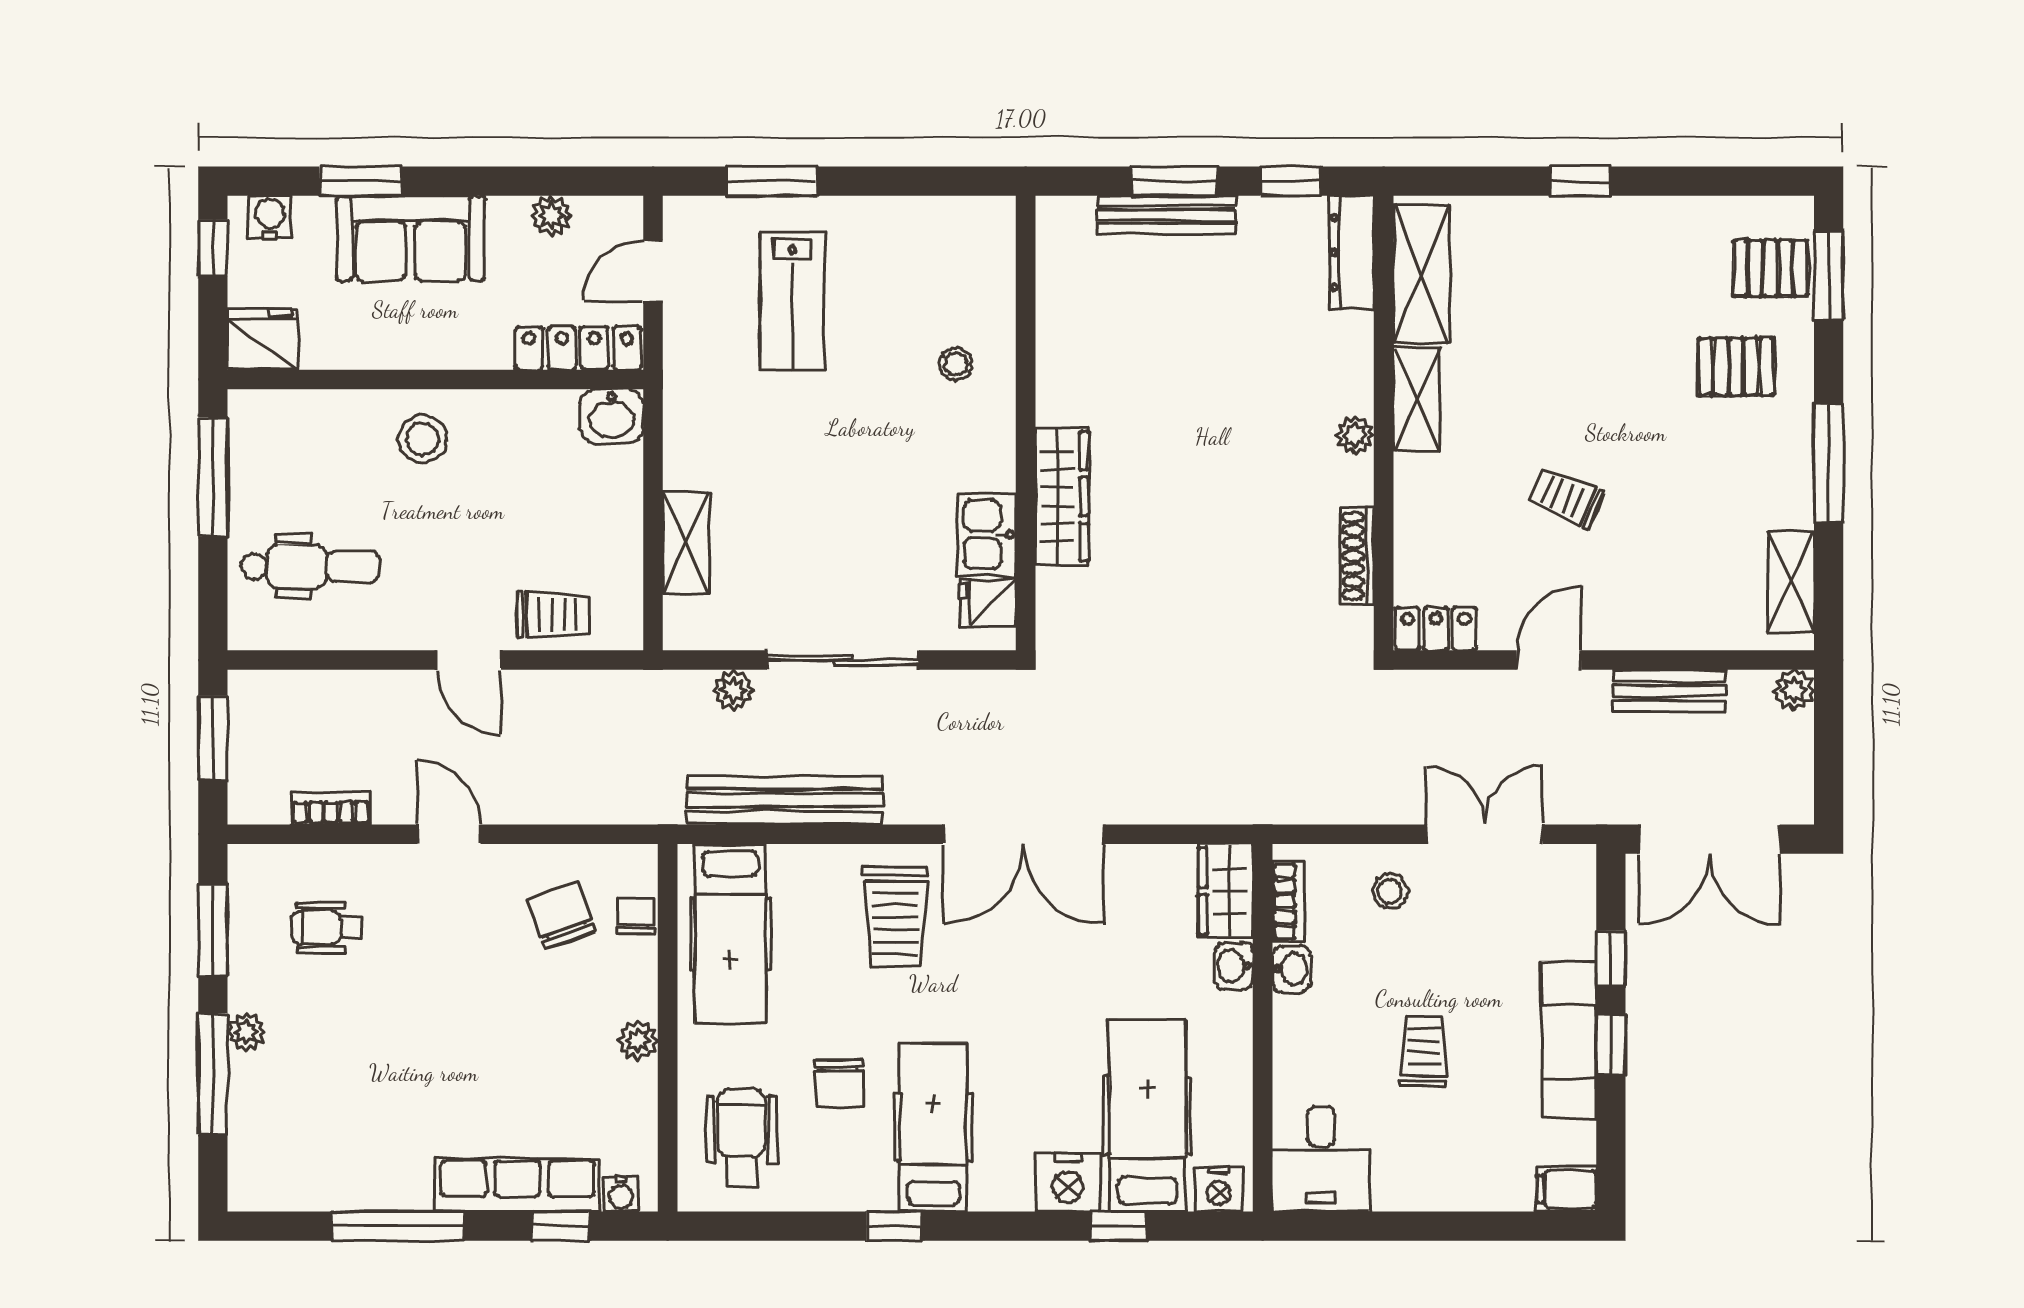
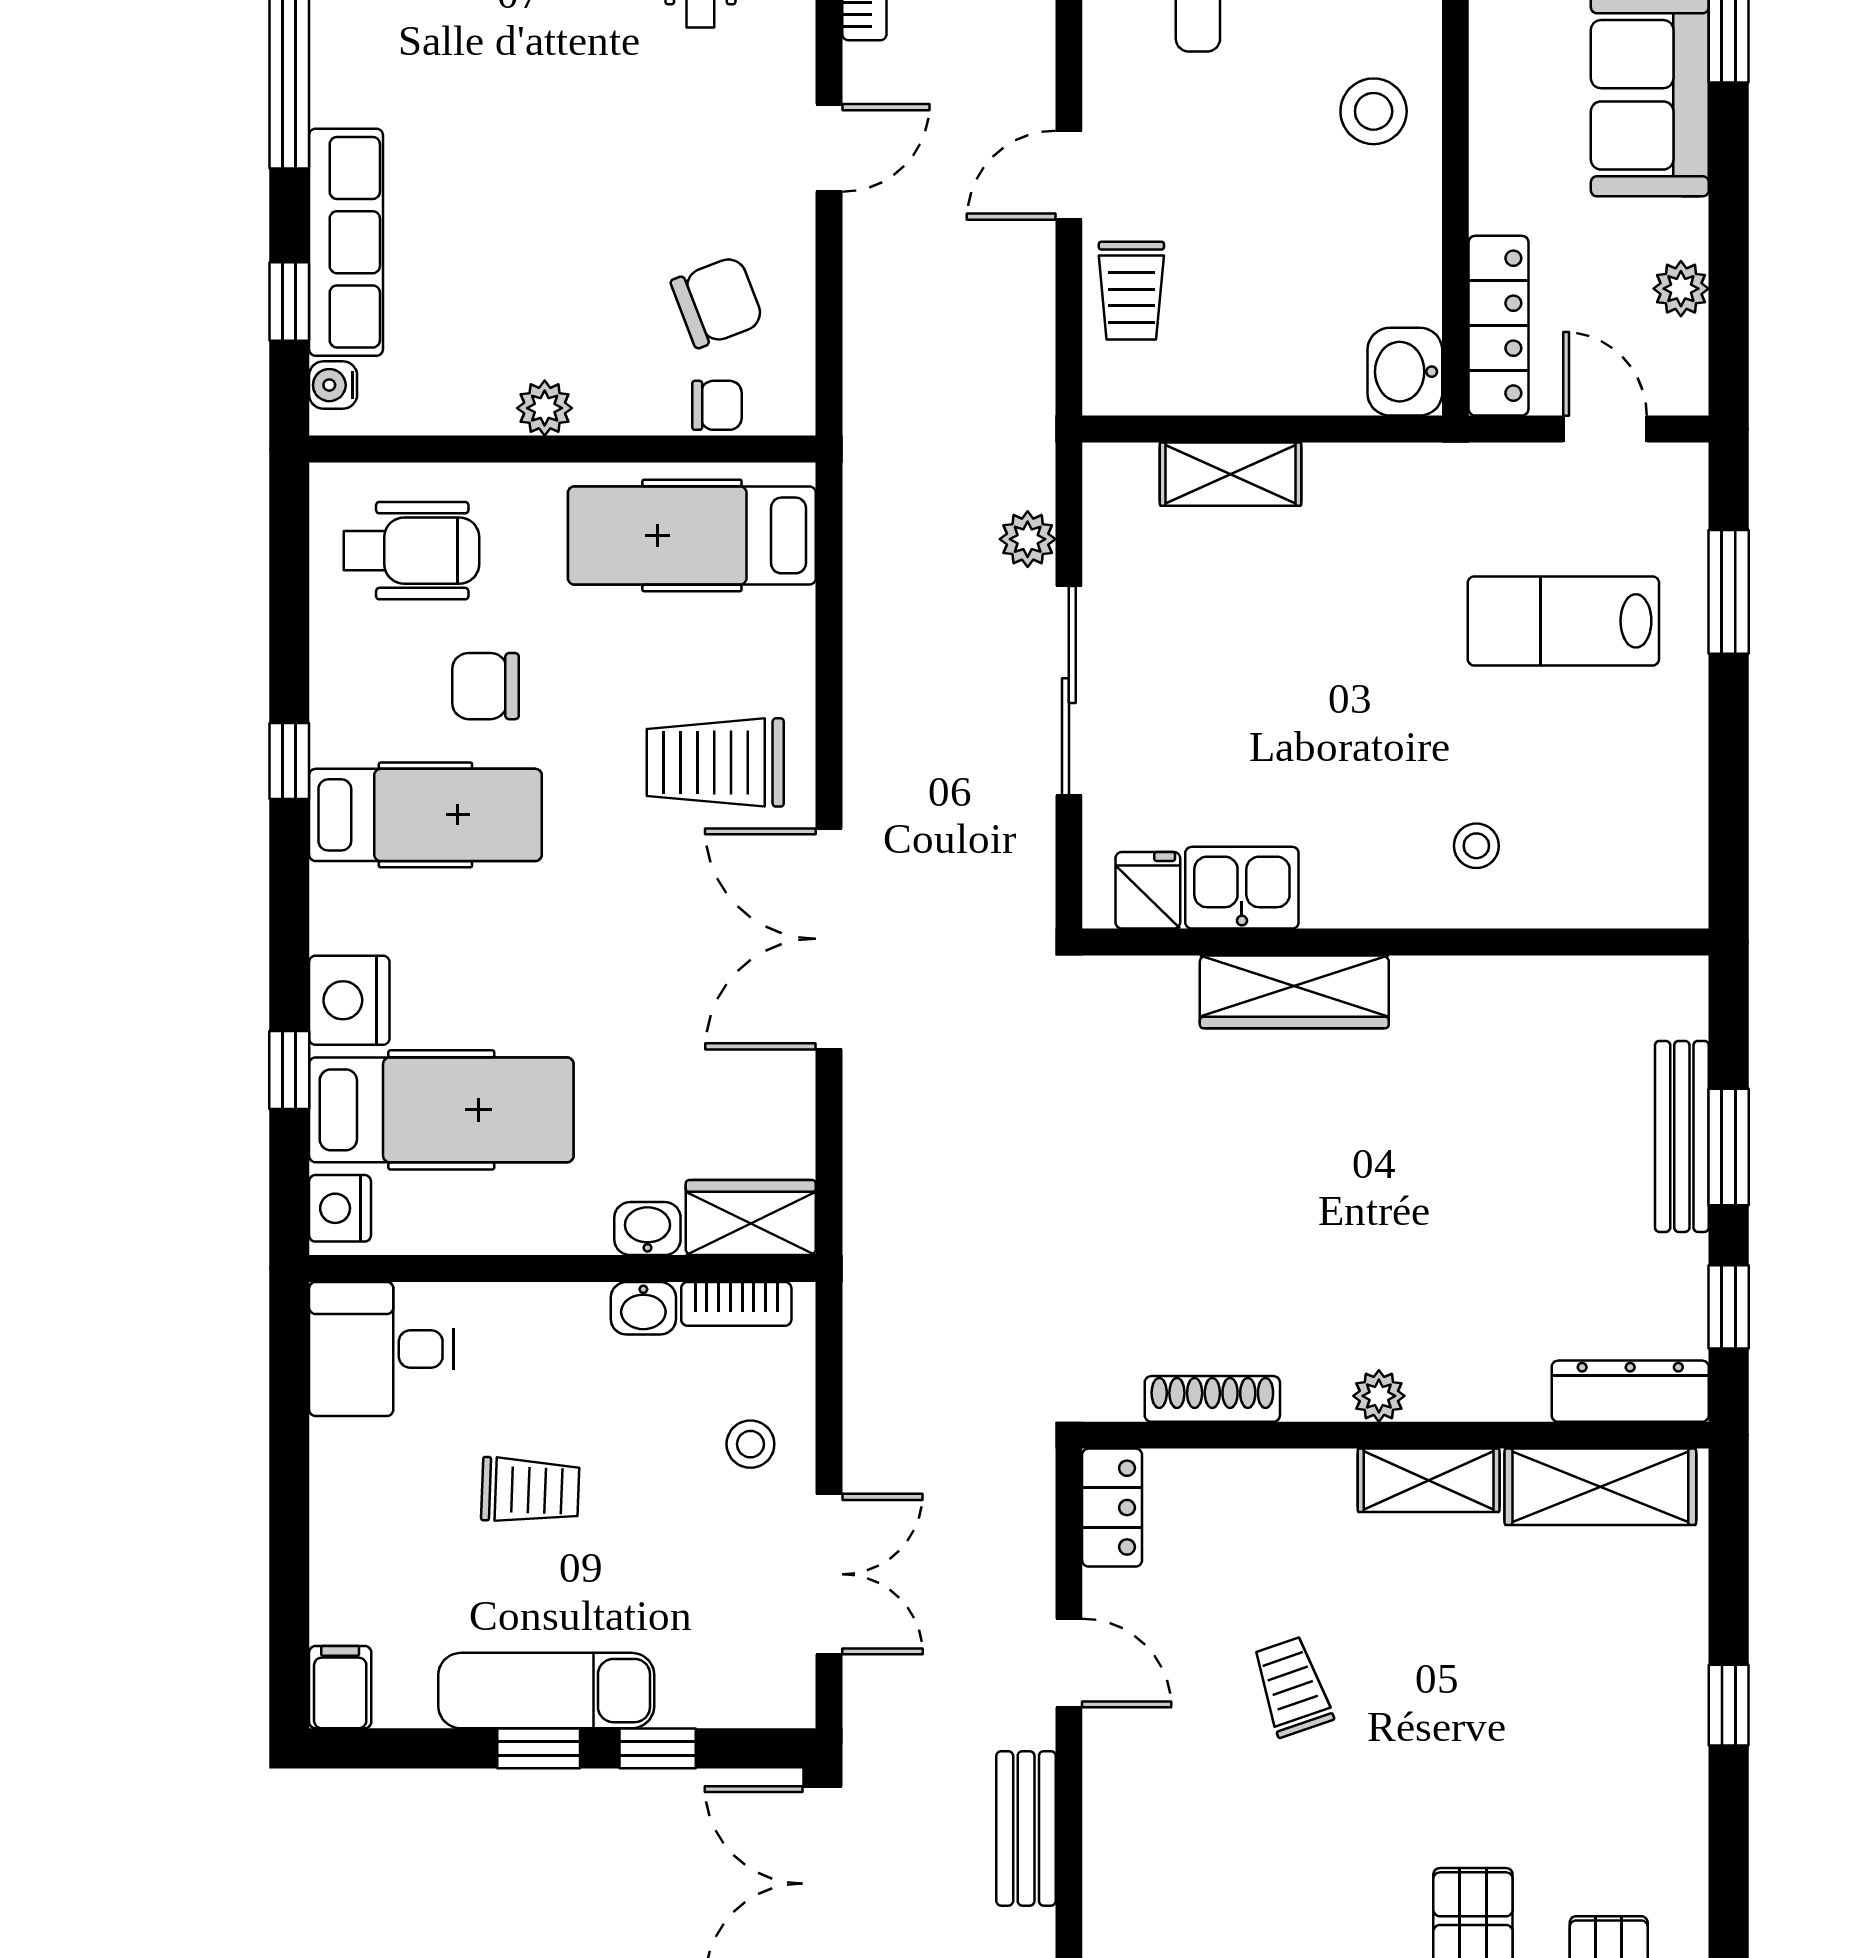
trolley: (1566, 498) -> (1292, 1687), turned -42
bench: (784, 800) -> (876, 610), removed

